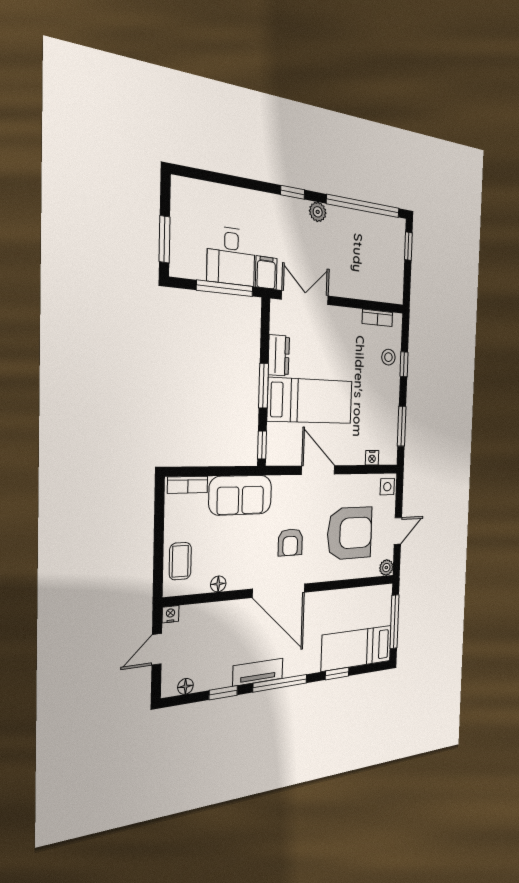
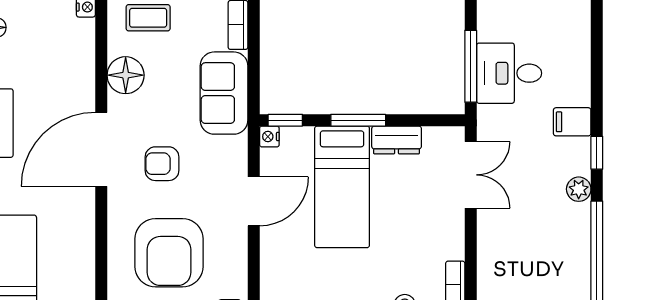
filing cabinet: (266, 273) -> (572, 122), moved, turned 180
nightstand: (372, 458) -> (269, 137), moved
floor lamp: (218, 584) -> (126, 75), width x1.89, depth x1.89

